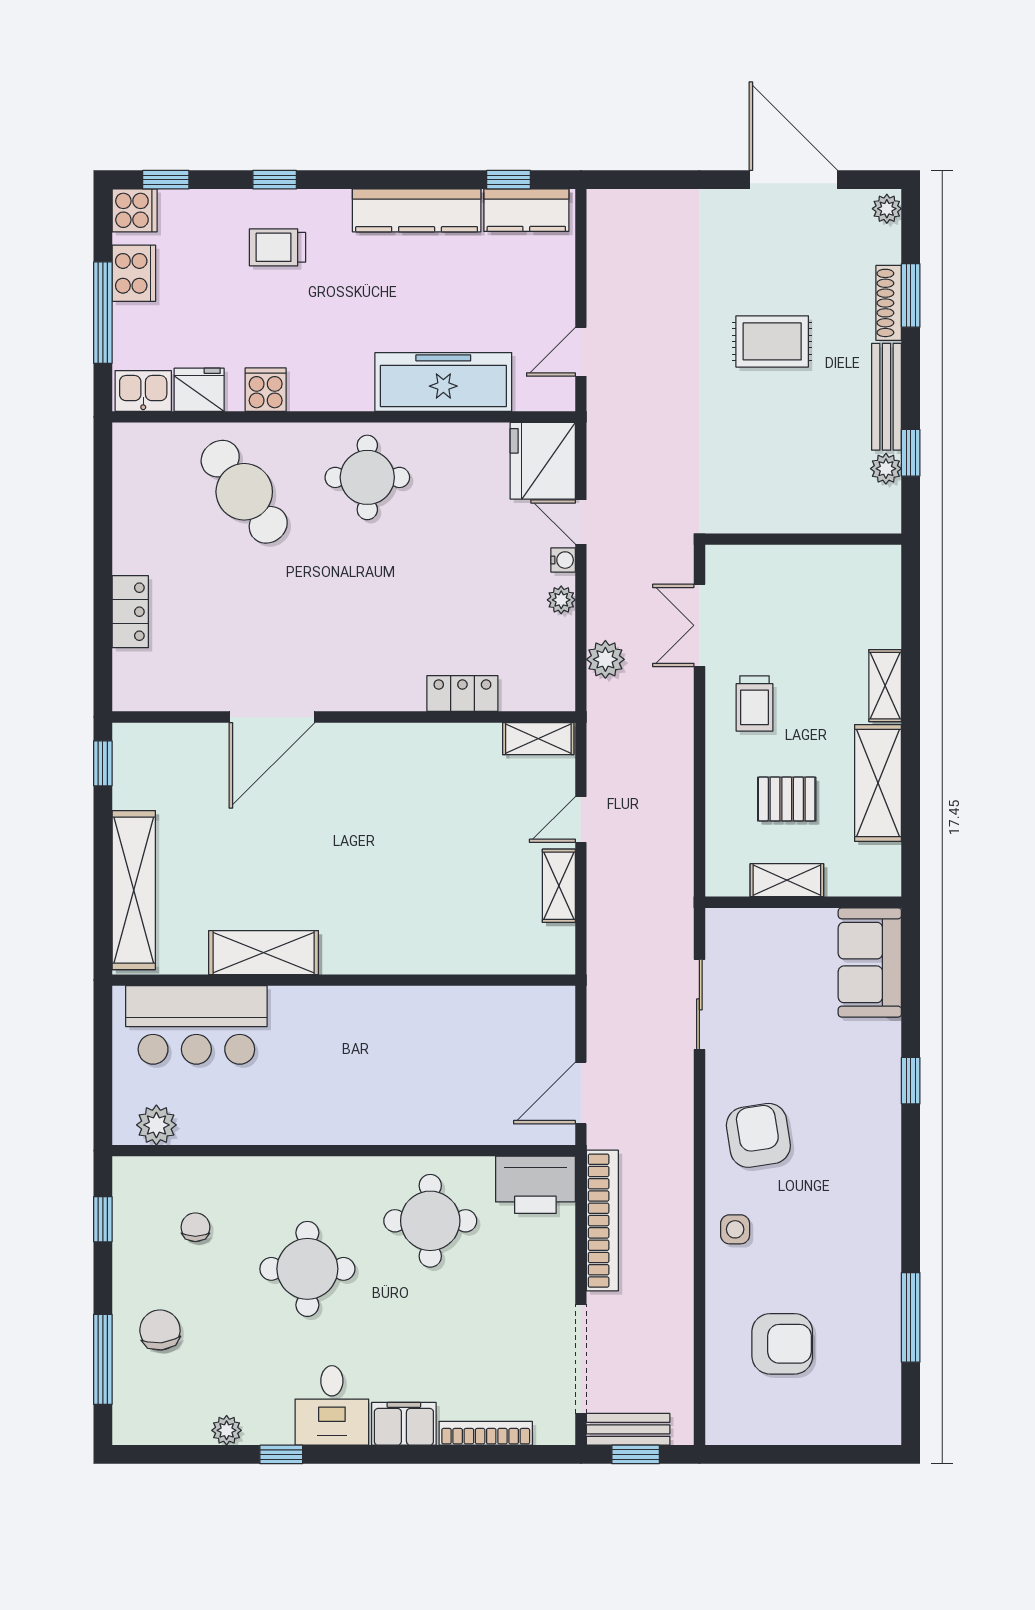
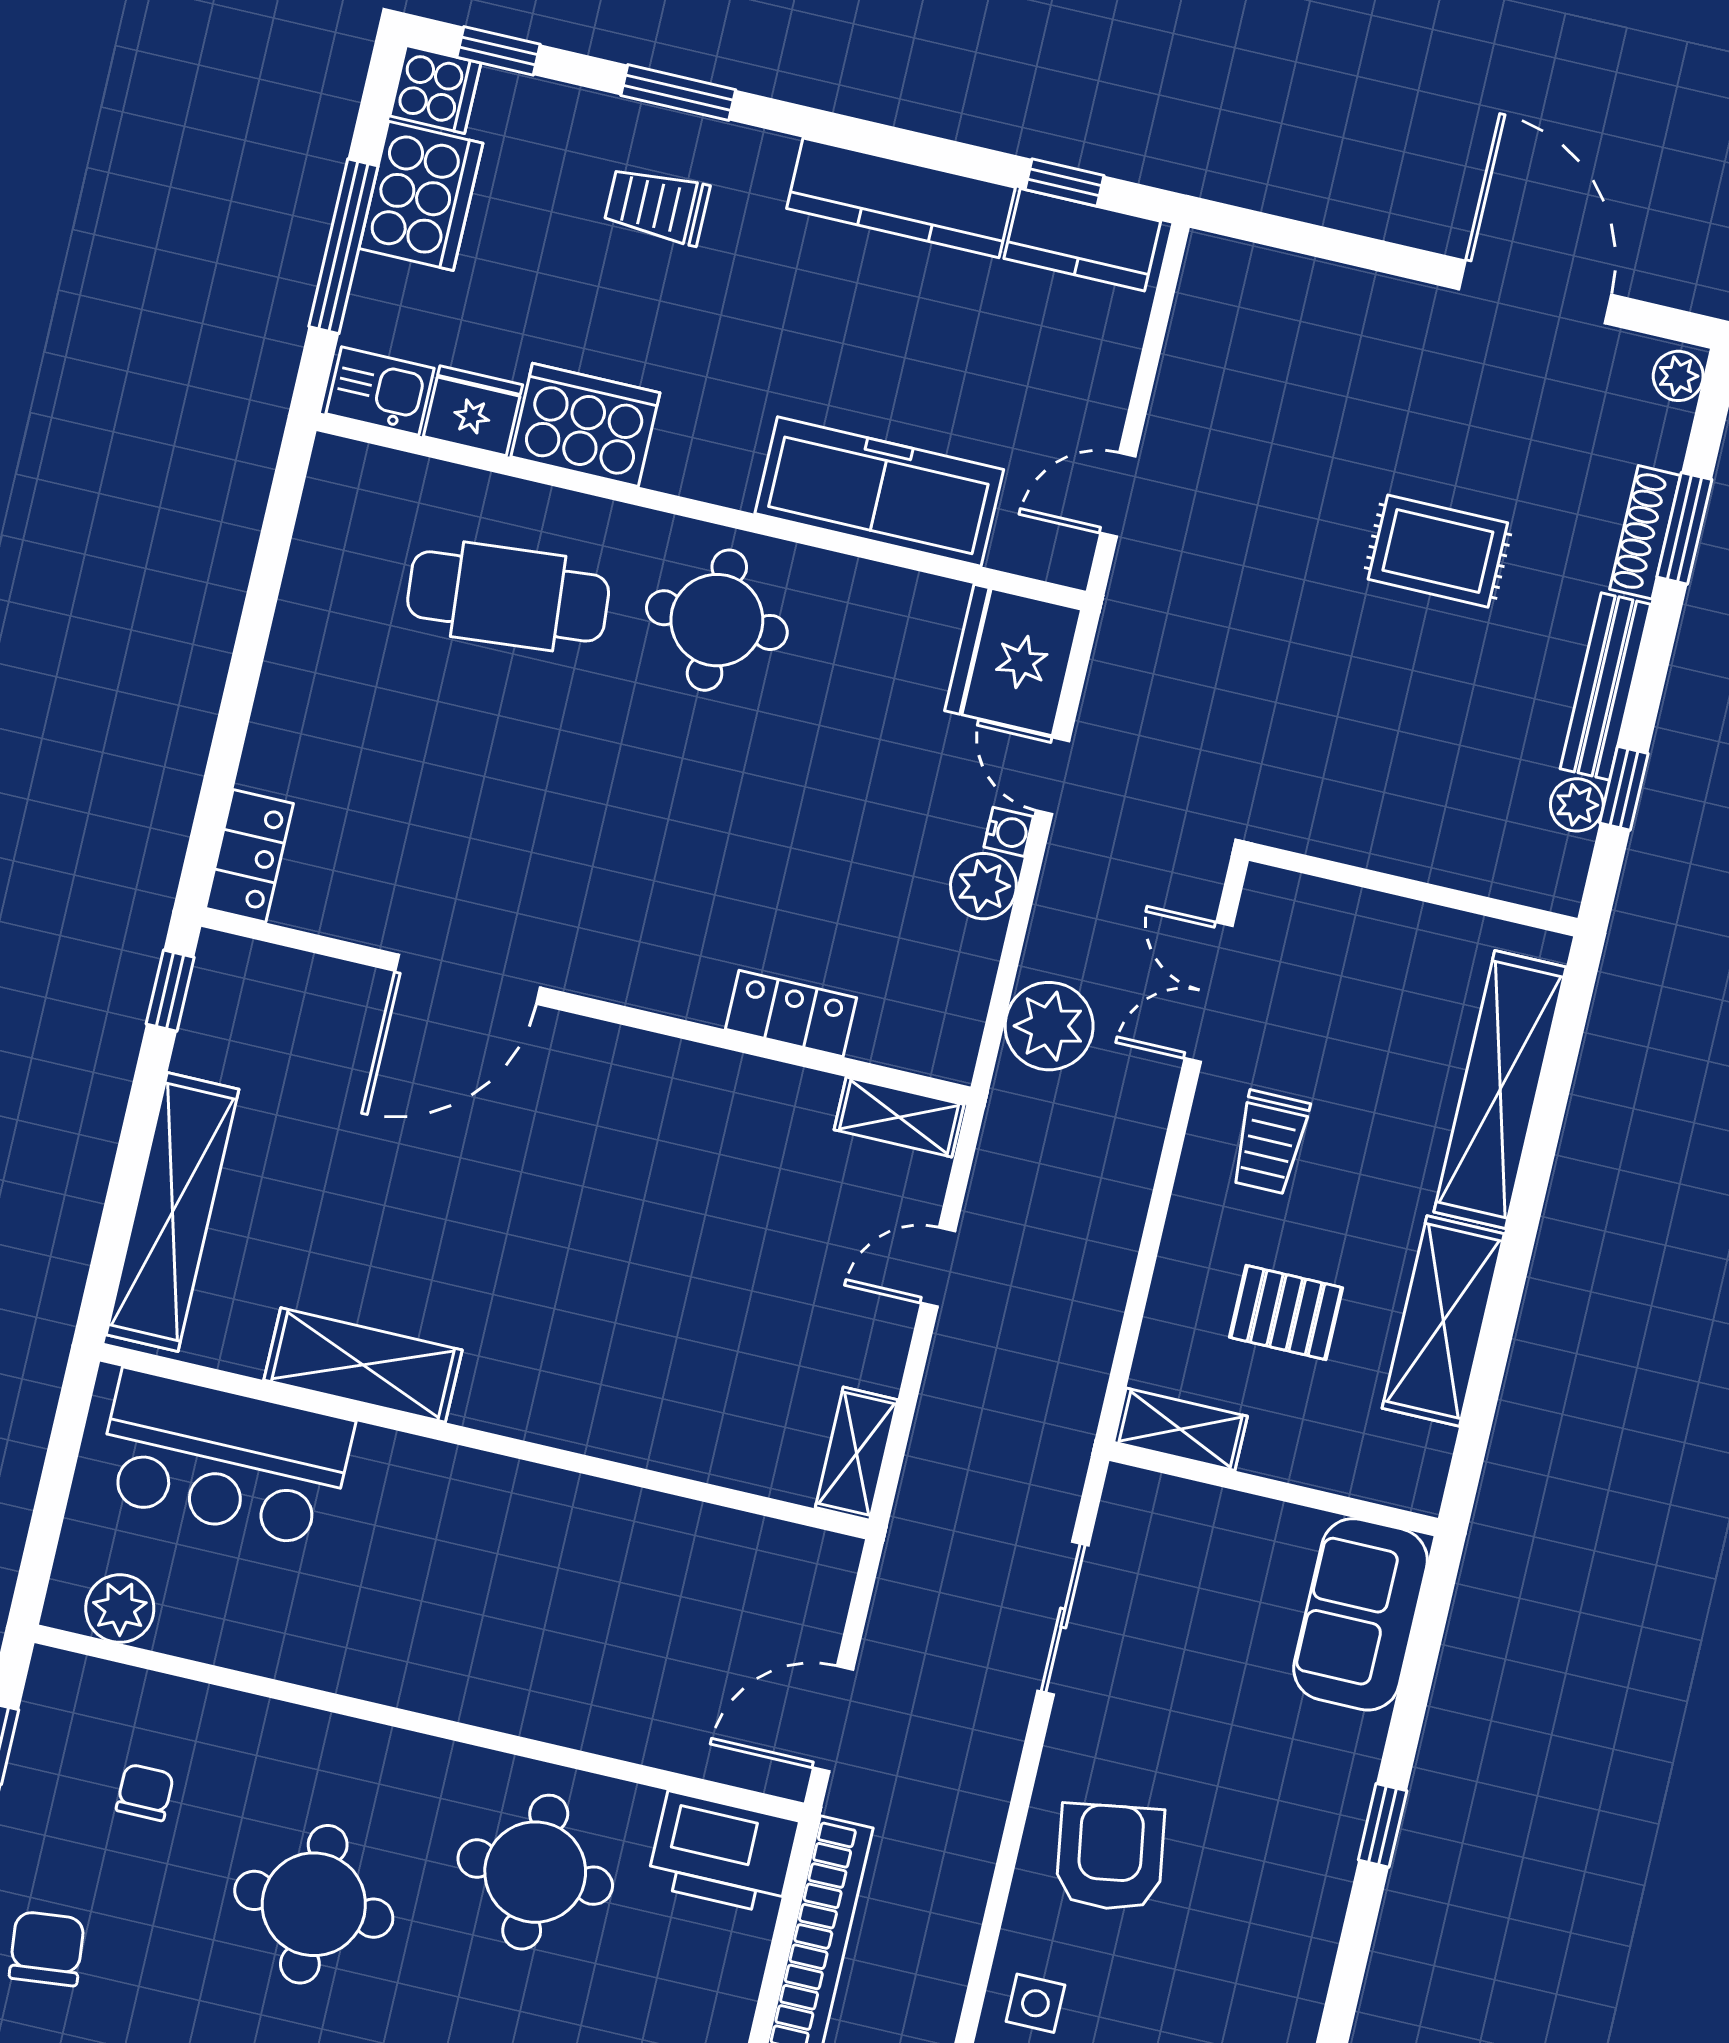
window: (275, 180) -> (678, 93), width x1.50
cooker: (134, 273) -> (421, 196), width x1.37, depth x1.31
cooker: (266, 390) -> (585, 425), width x1.87, depth x1.31
cafe table: (244, 492) -> (508, 596), turned -59
plant: (561, 600) -> (983, 886), width x1.38, depth x1.38
locker: (130, 612) -> (249, 856), moved
plant: (605, 659) -> (1049, 1026), width x1.36, depth x1.36
shelving: (885, 686) -> (1500, 1090), width x2.20, depth x1.33
shelving: (787, 880) -> (1180, 1429), moved
shelving: (559, 886) -> (856, 1454), moved

